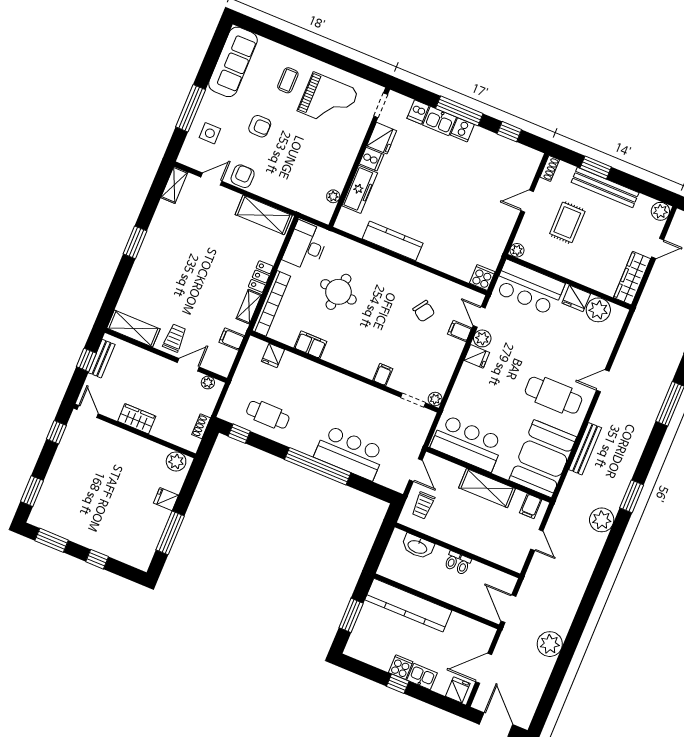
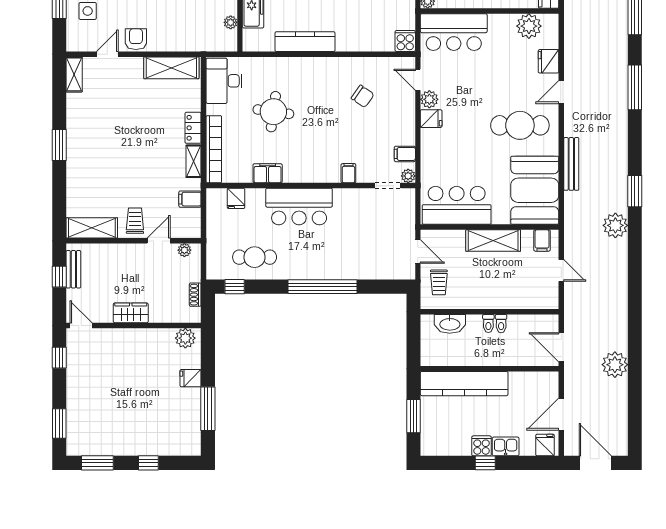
fridge: (576, 298) -> (548, 61), moved, turned 90
filing cabinet: (460, 331) -> (405, 154), moved
bar counter: (350, 453) -> (299, 207), moved, turned 180

